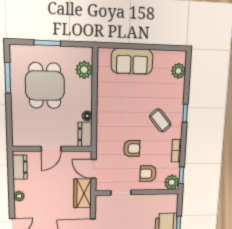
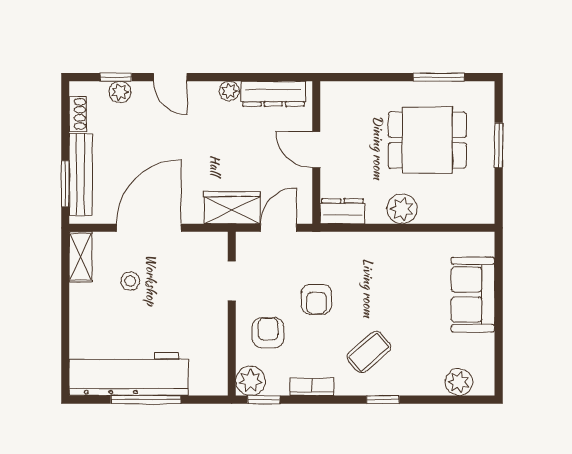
plant: (84, 70) -> (402, 209), moved
floor lamp: (87, 116) -> (376, 215), removed
dresser: (20, 167) -> (273, 94), width x1.44

